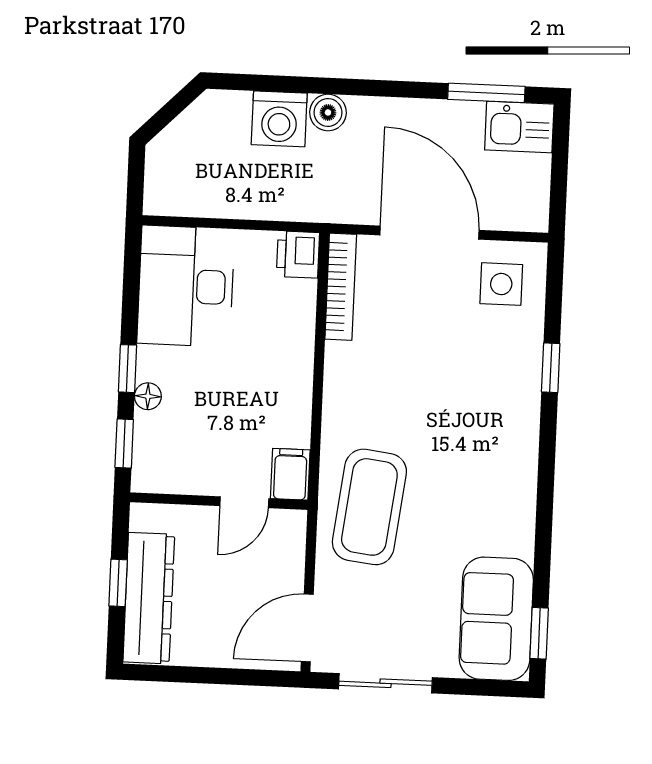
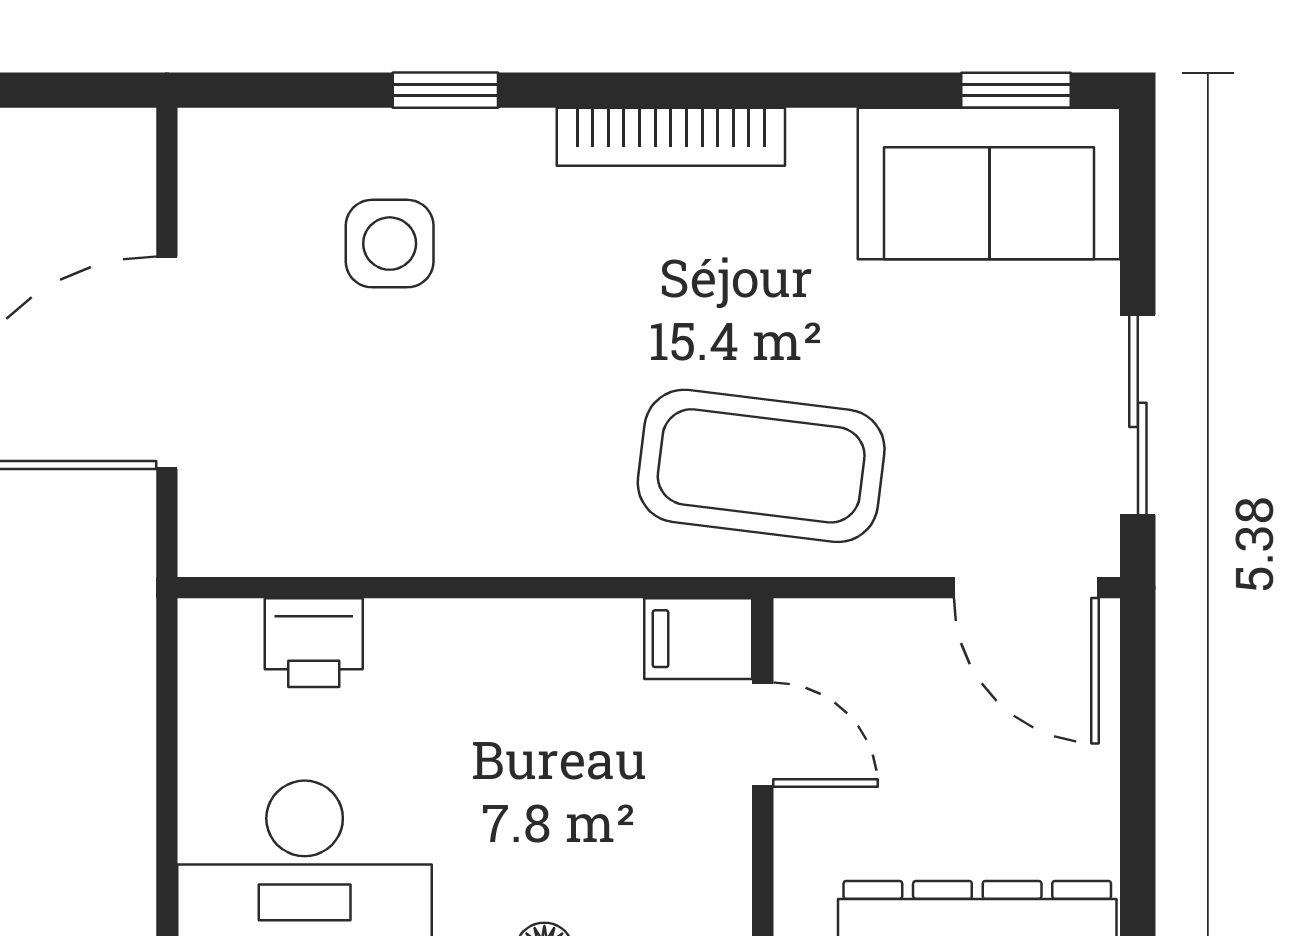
printer: (298, 255) -> (314, 643), moved
side table: (501, 284) -> (390, 244), moved
bookcase: (341, 287) -> (671, 137), moved, turned 180

